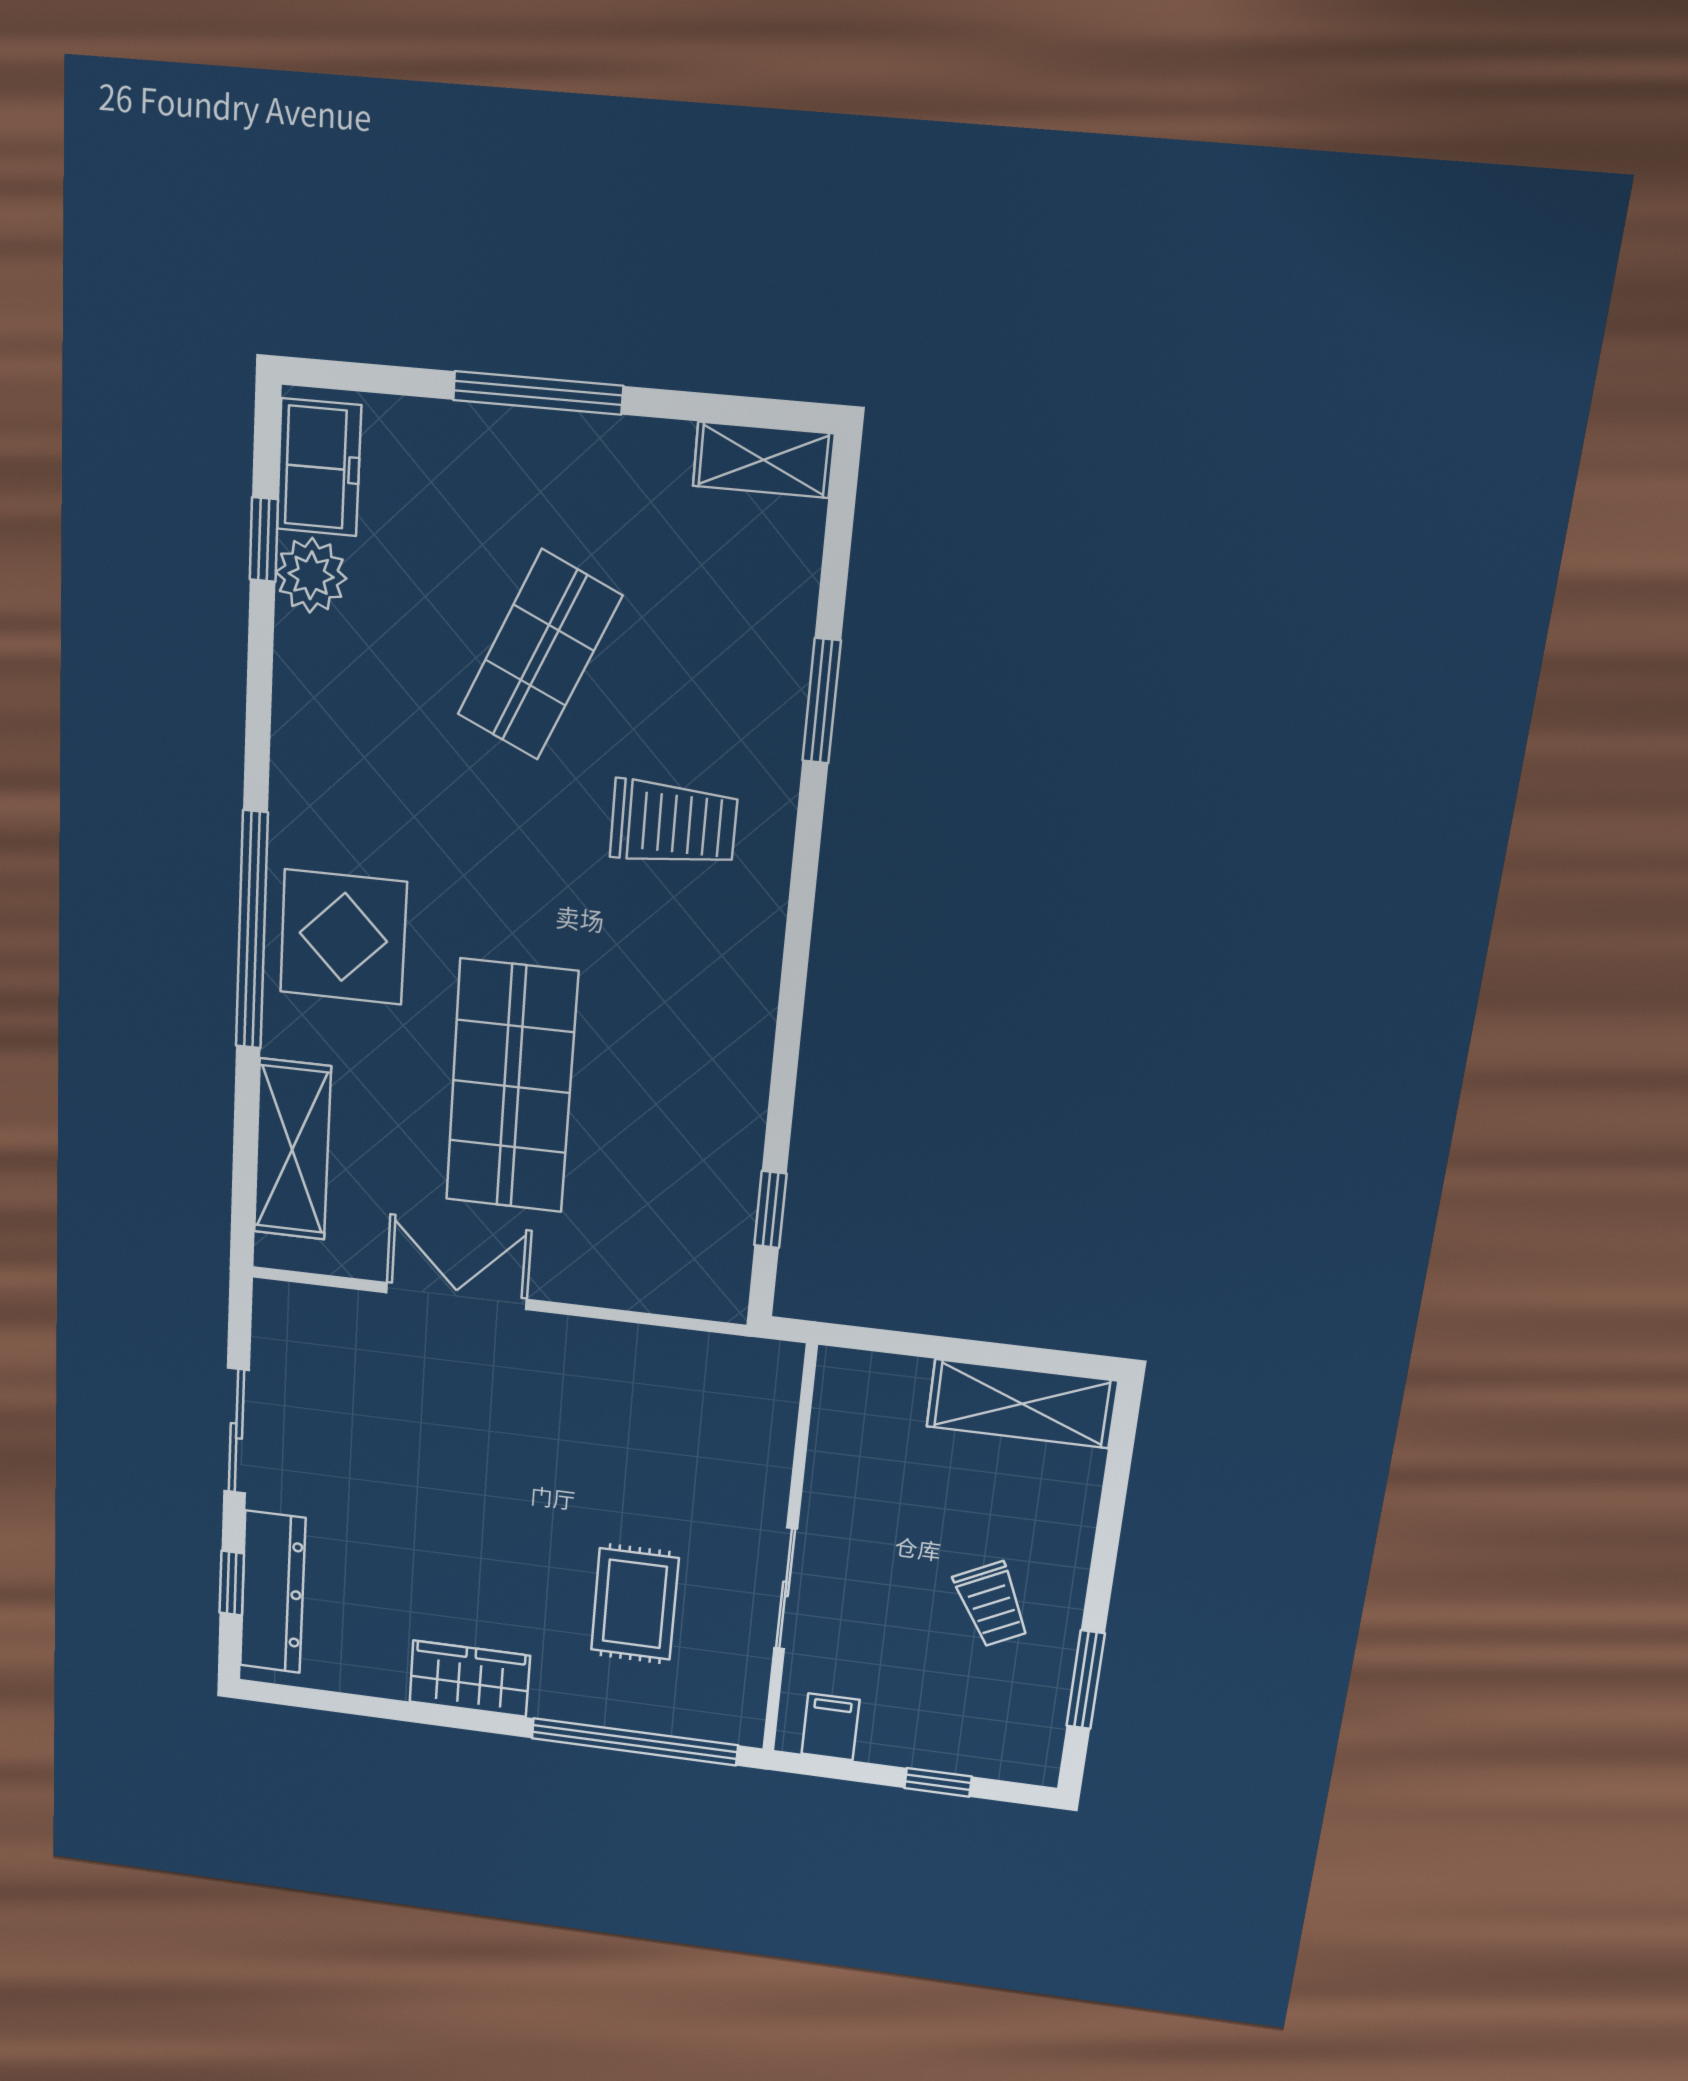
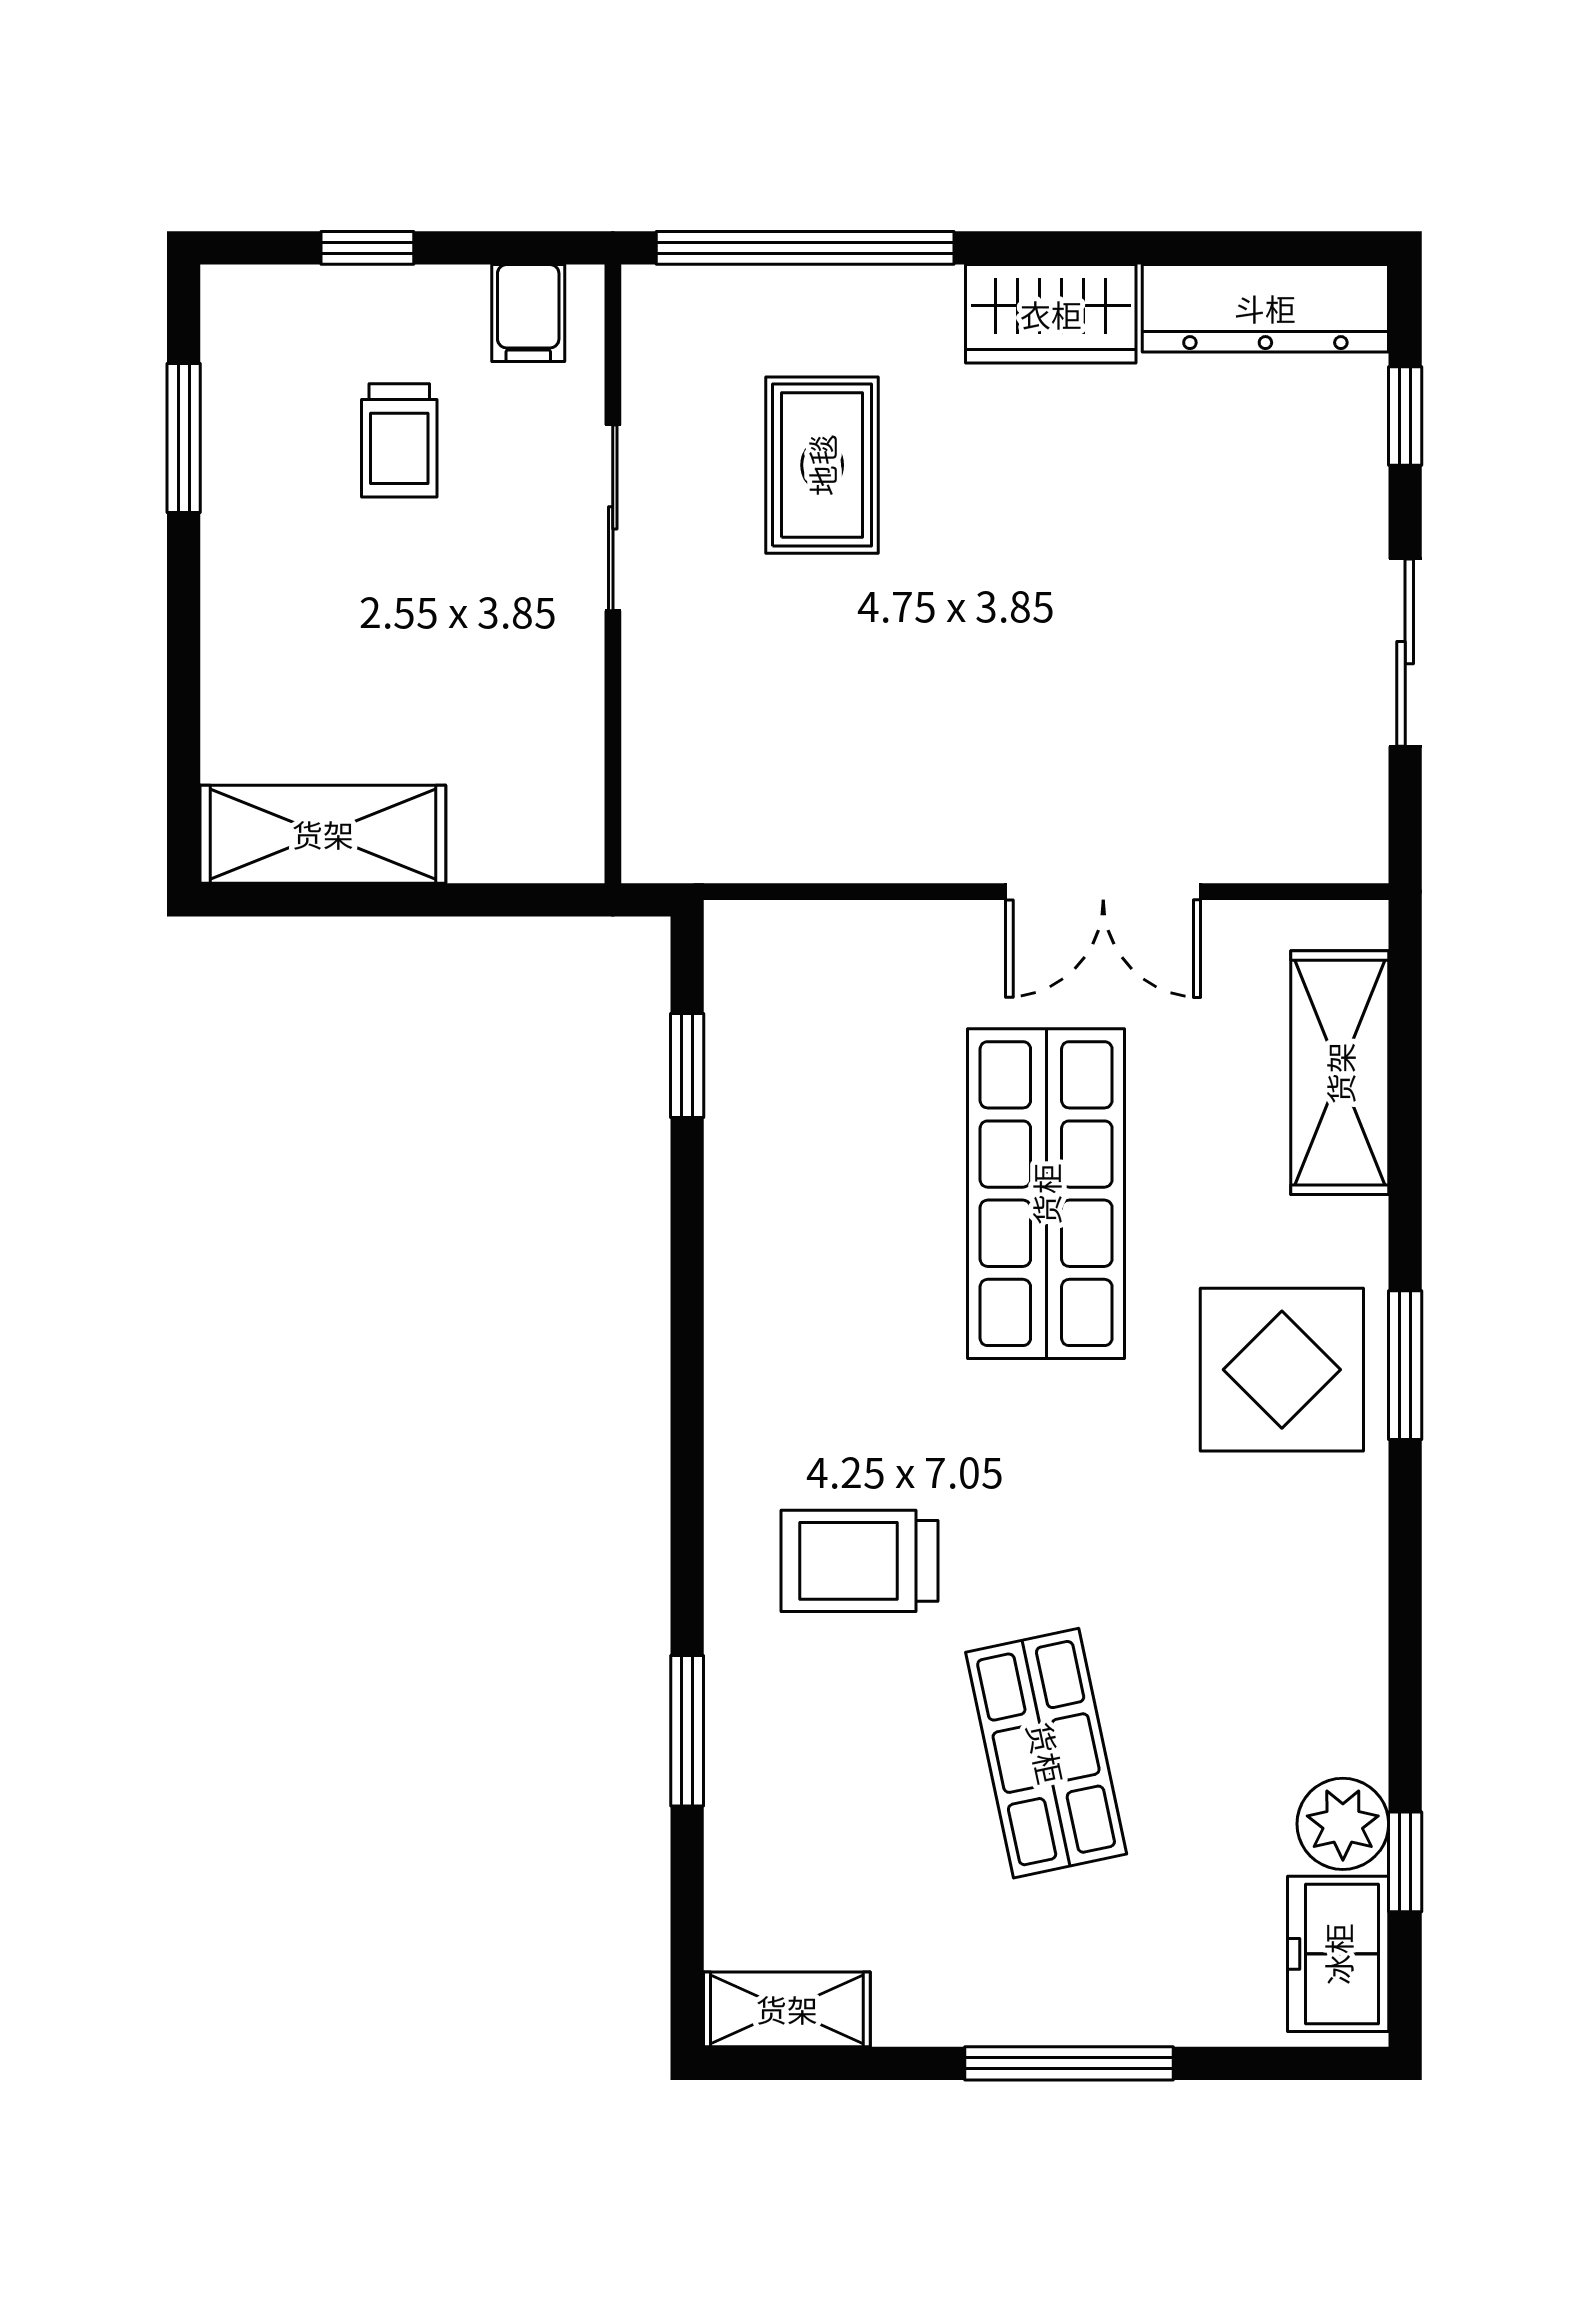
shop shelf: (540, 655) -> (1046, 1753), turned -36
window: (252, 931) -> (1405, 1365), width x0.47
dresser: (273, 1592) -> (1265, 308), moved, turned -90
trolley: (992, 1604) -> (399, 440), moved, turned -153

